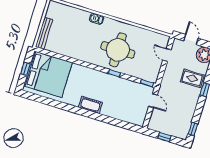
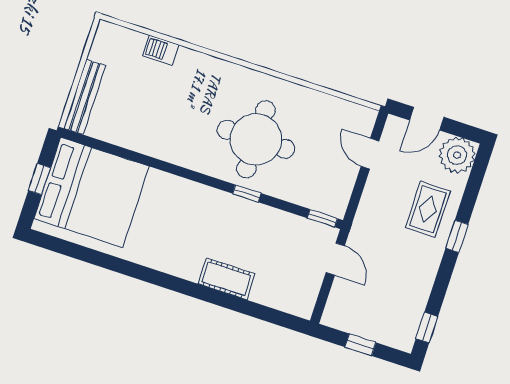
barbecue: (97, 19) -> (161, 50), moved
door: (191, 40) -> (427, 119), swing flipped
rug: (192, 78) -> (428, 209), turned 90
cot: (90, 105) -> (226, 279), moved

